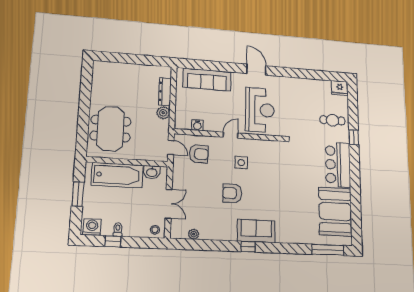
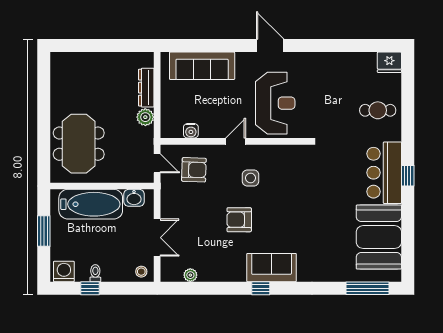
window: (354, 137) -> (408, 176), moved

